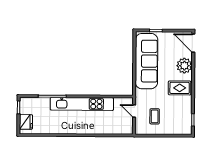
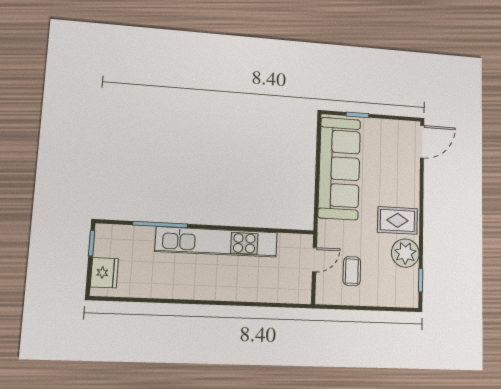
door: (193, 43) -> (422, 142), swing flipped
plant: (184, 66) -> (405, 253), moved
door: (134, 111) -> (314, 260), swing flipped

